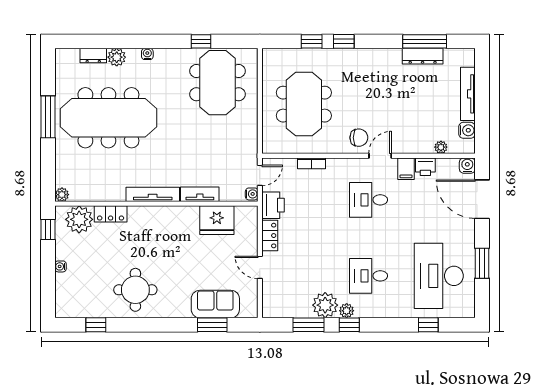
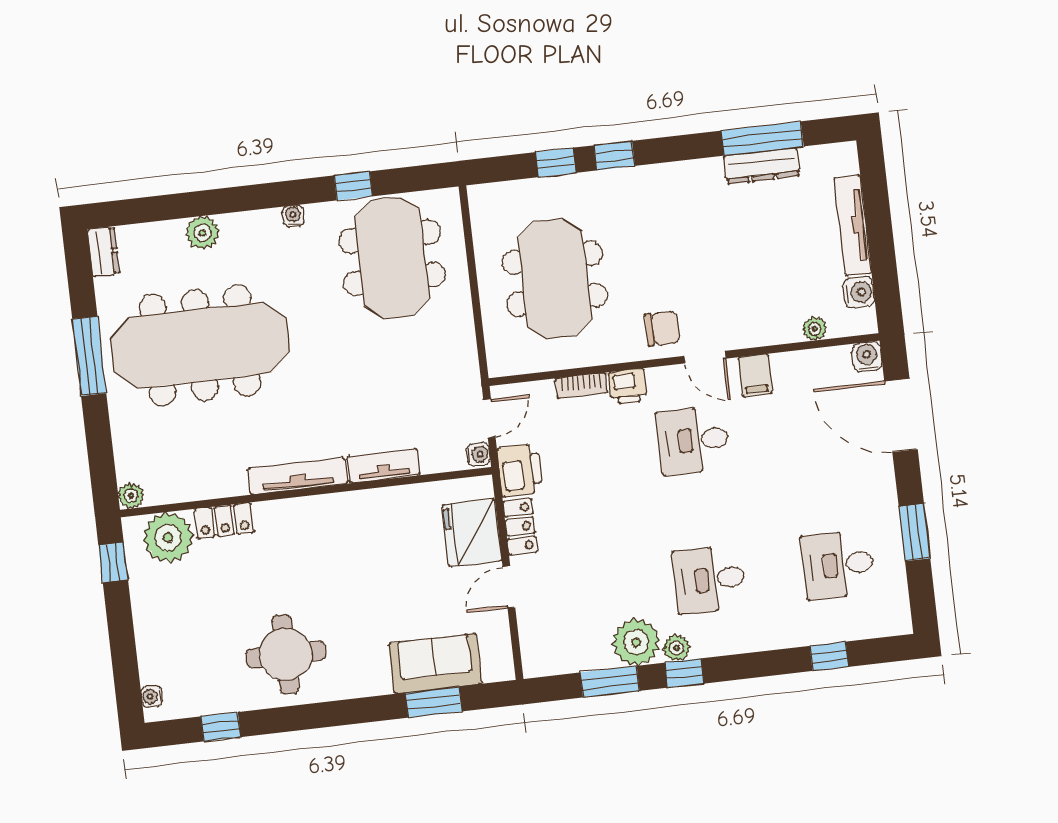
water cooler: (147, 54) -> (293, 216), moved
dresser: (93, 56) -> (104, 252), moved, turned -90
door: (380, 156) -> (705, 357), swing flipped
printer: (425, 167) -> (628, 386), moved
fridge: (217, 220) -> (472, 533), moved, turned 90
water cooler: (61, 266) -> (152, 696), moved
door: (260, 267) -> (509, 587), hinge flipped
desk: (439, 276) -> (838, 565), width x0.53, depth x0.77

